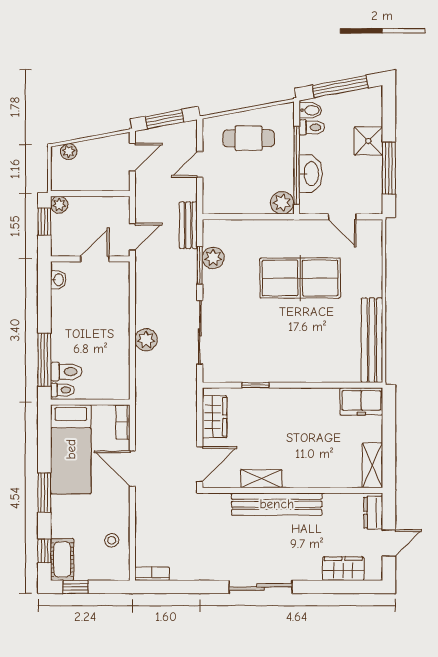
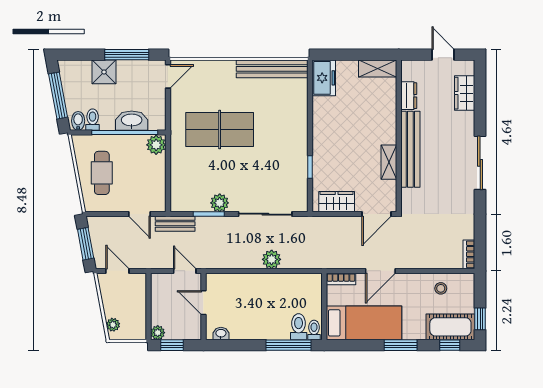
door: (200, 164) -> (140, 214), moved
door: (342, 217) -> (168, 76), moved
plant: (213, 258) -> (220, 203), moved
table tennis table: (300, 278) -> (220, 130), turned 90
door: (200, 464) -> (376, 214), swing flipped
dresser: (373, 513) -> (409, 96), moved, turned -90
cot: (62, 559) -> (450, 327), width x1.37, depth x1.34

